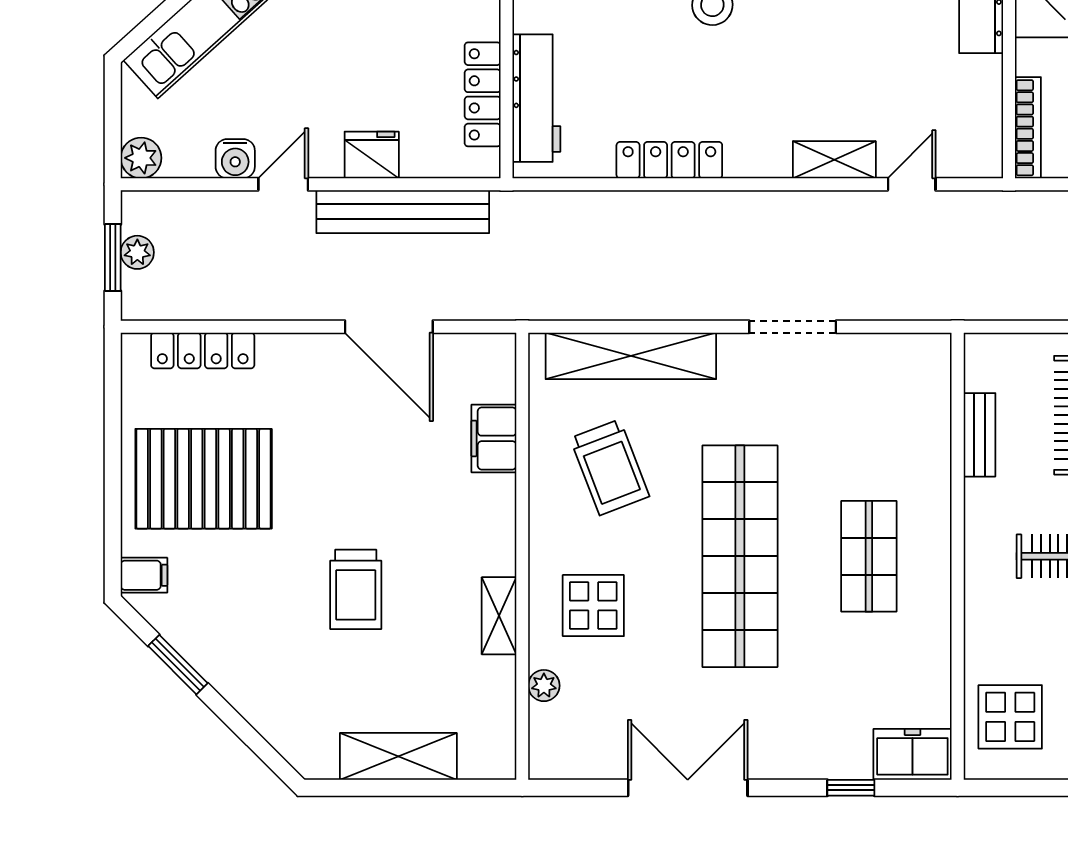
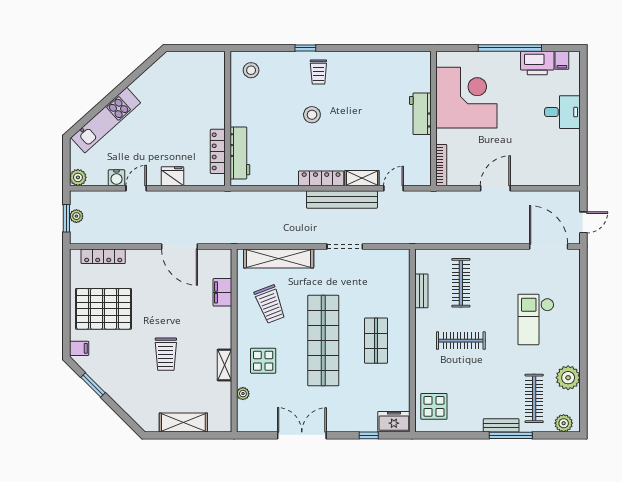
locker: (669, 160) -> (321, 178), moved
bench: (403, 212) -> (342, 199), moved

